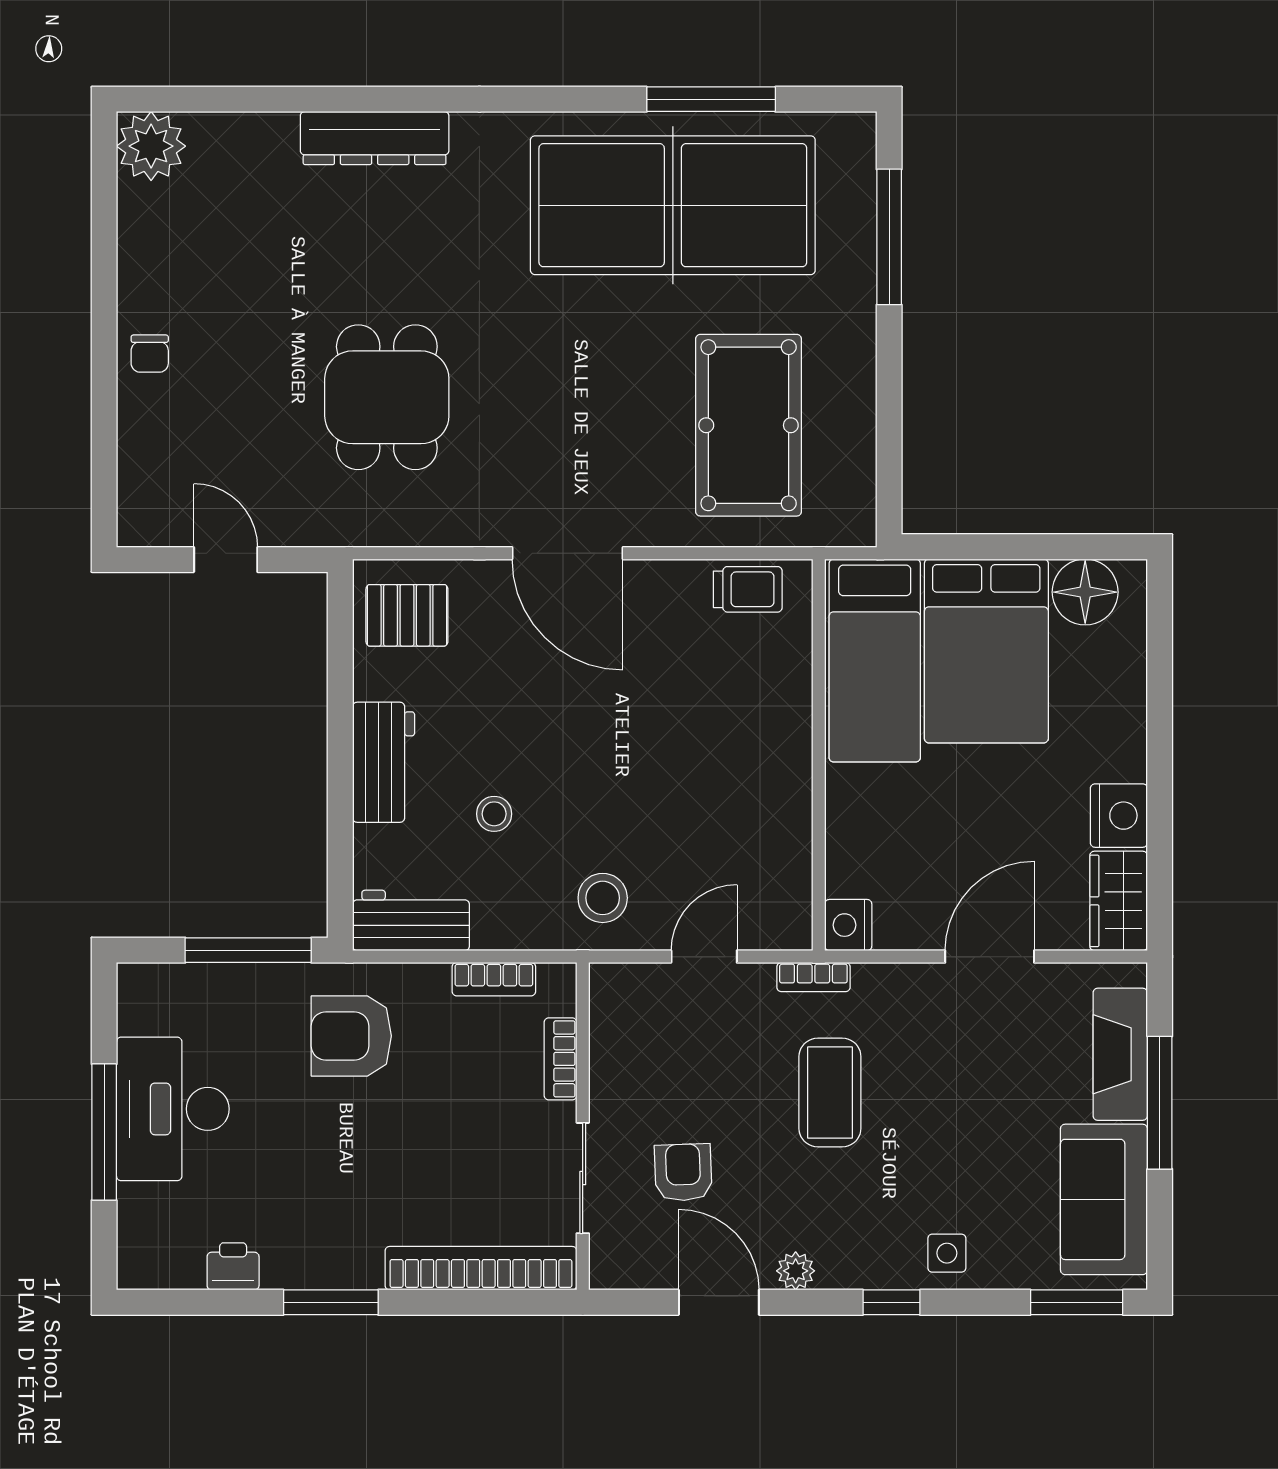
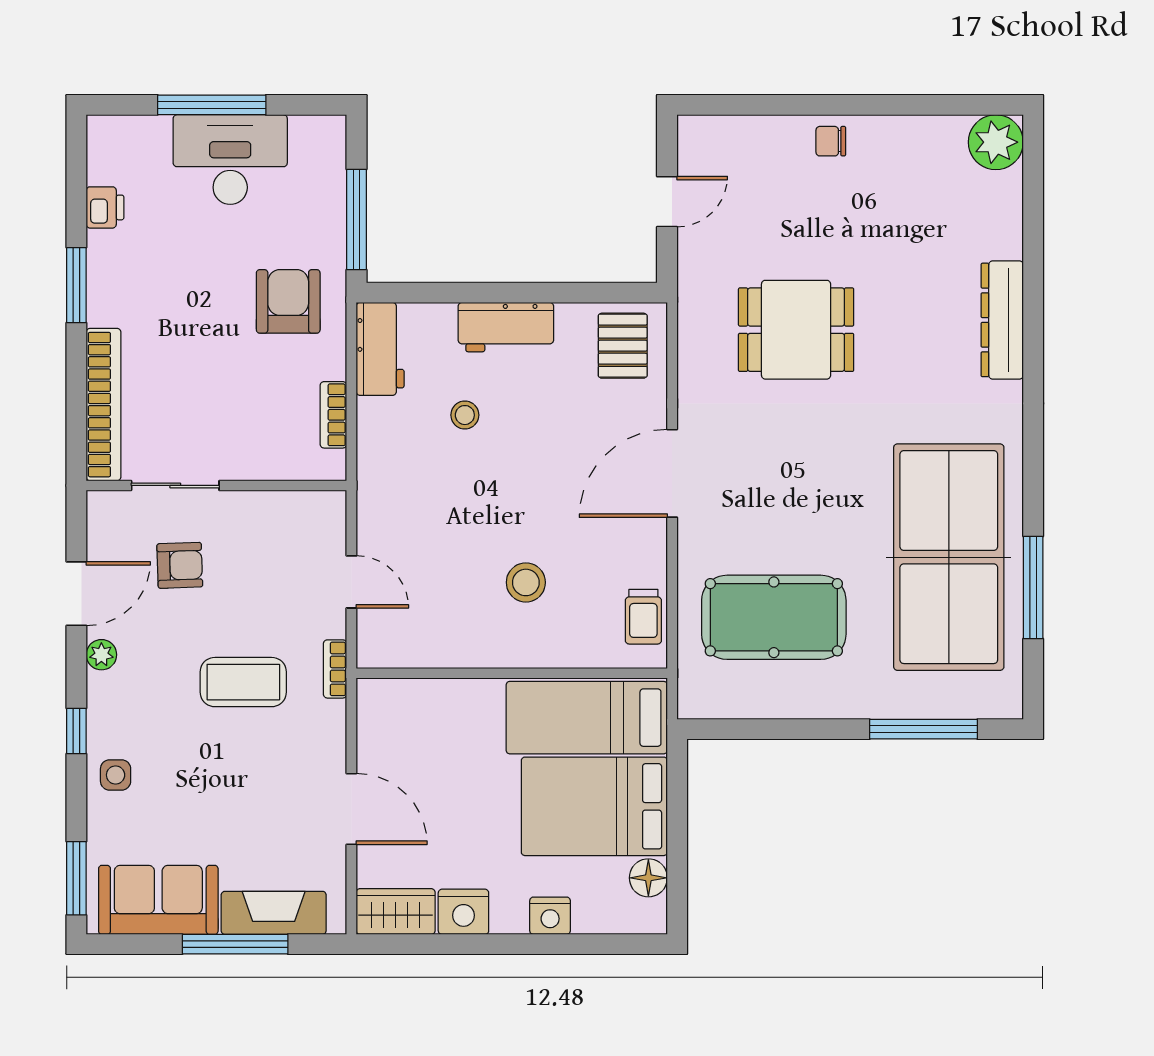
floor lamp: (1085, 592) -> (648, 878), width x0.73, depth x0.73
stool: (603, 898) -> (526, 582), moved
nightstand: (848, 925) -> (550, 916), moved, turned 180
bookcase: (560, 1059) -> (270, 468), removed

